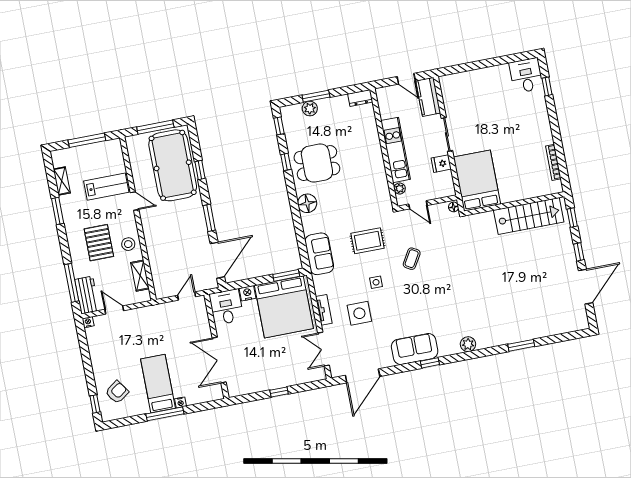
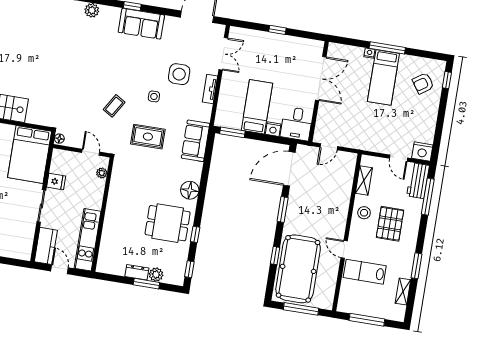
dresser: (360, 98) -> (137, 272), moved
kitchen unit: (396, 150) -> (88, 240), moved
bed: (284, 307) -> (257, 107), width x0.49
nightstand: (88, 322) -> (422, 152), width x1.89, depth x1.79

